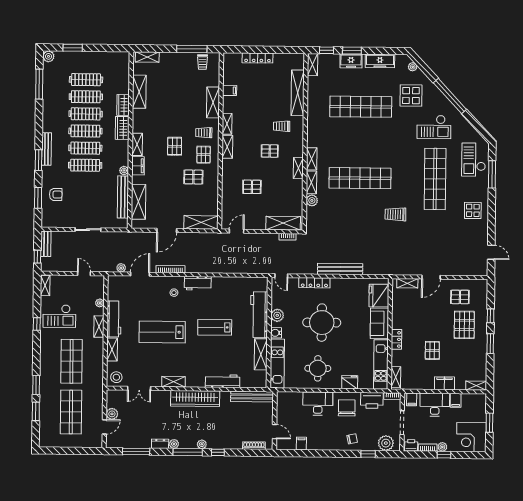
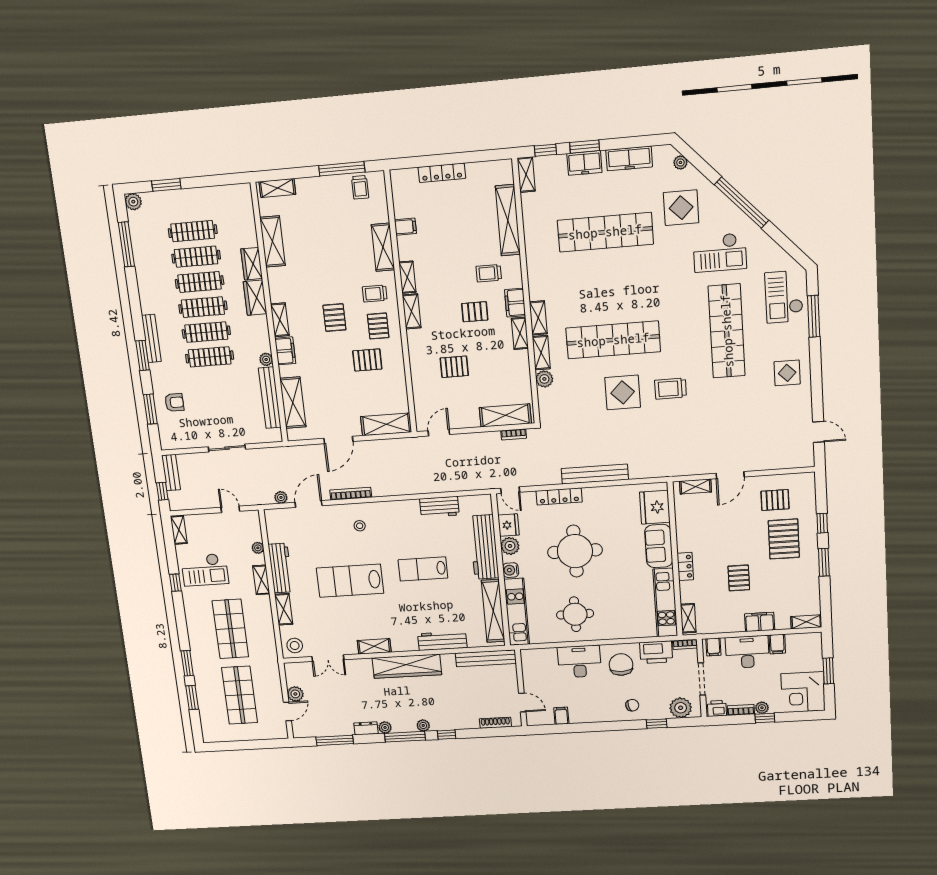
filing cabinet: (297, 147) -> (515, 303), added
display table: (363, 214) -> (623, 392), added
workbench: (198, 283) -> (439, 507), moved
shelving: (261, 354) -> (493, 611), width x1.47
fridge: (350, 382) -> (509, 525), moved, turned 90

